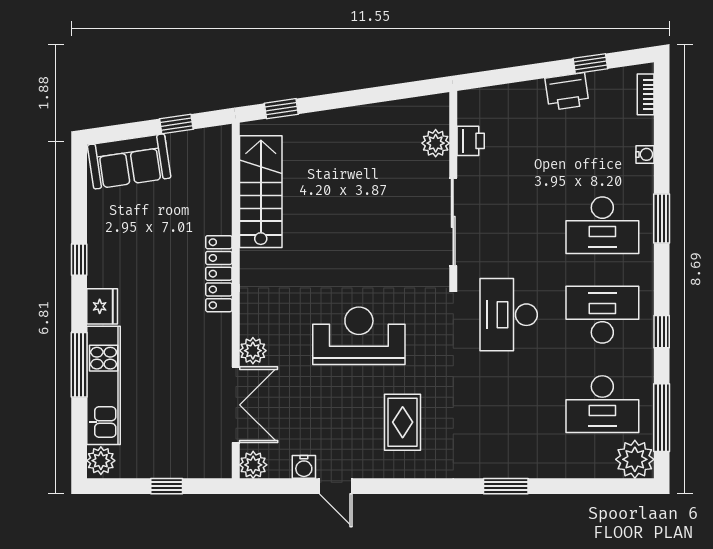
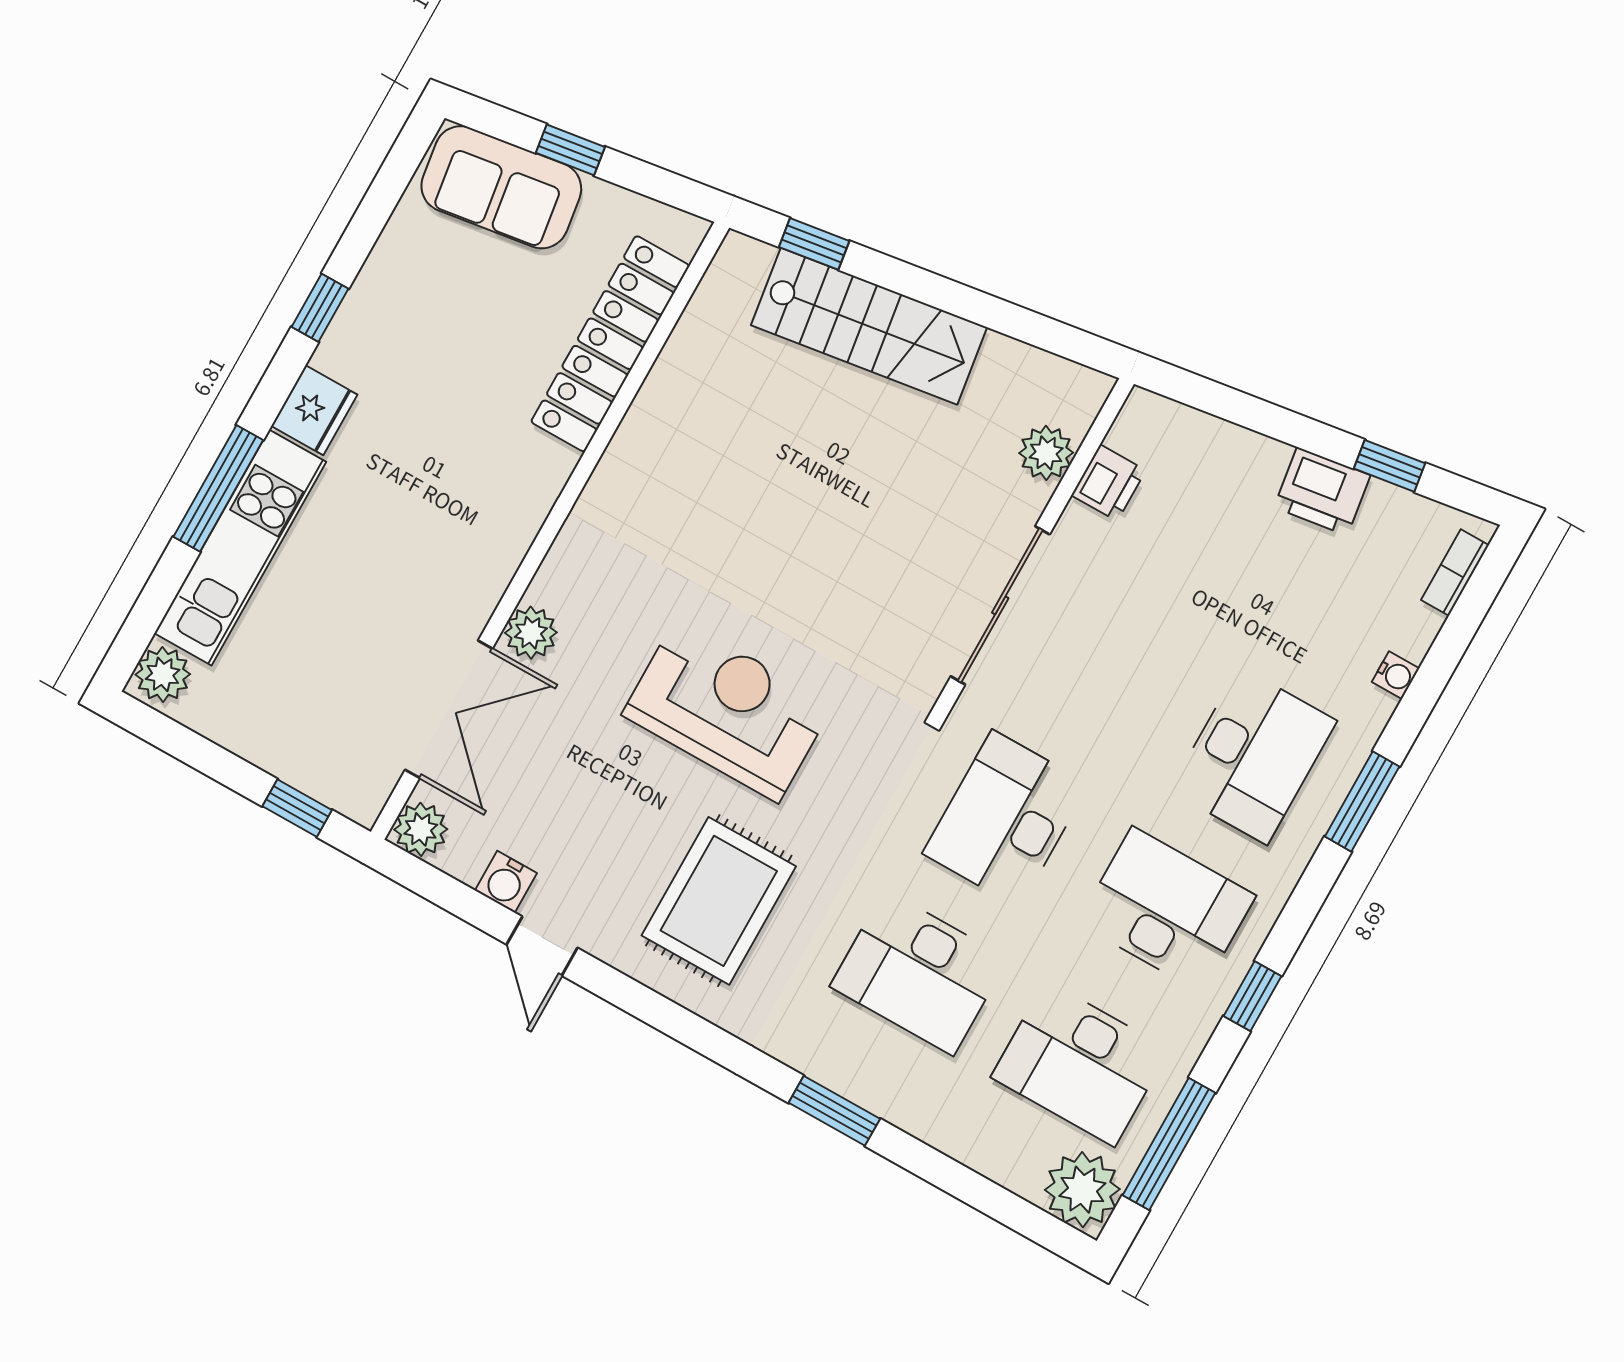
window: (176, 124) -> (570, 150), moved
stairs: (261, 192) -> (869, 326), moved, turned 82
desk: (602, 225) -> (1253, 756), turned -90
locker: (219, 274) -> (610, 344), moved, width x1.41, depth x1.21
desk: (509, 404) -> (919, 973), added
rug: (403, 422) -> (719, 901), width x1.36, depth x1.43
window: (167, 486) -> (297, 808), moved

